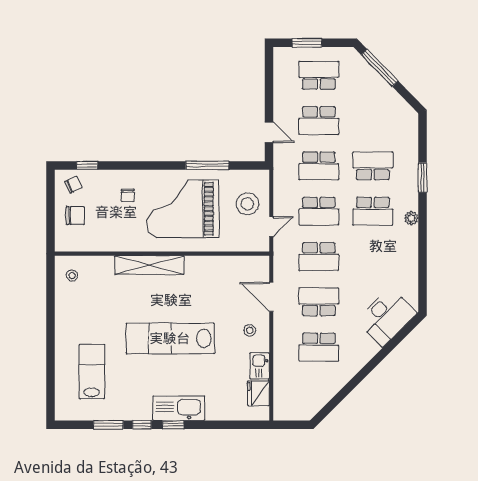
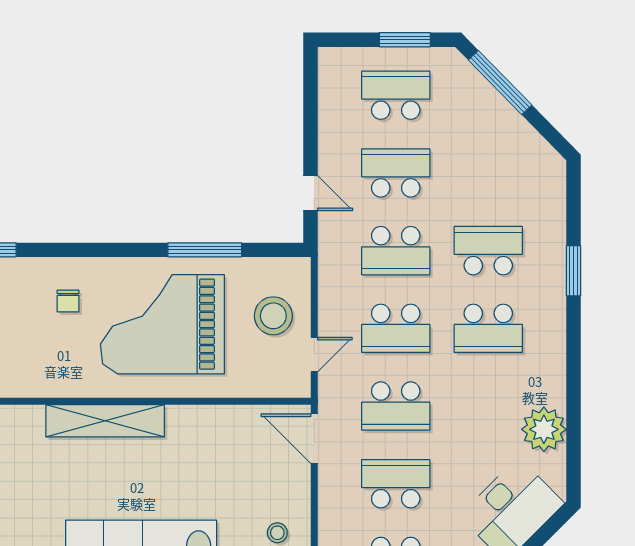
window: (307, 43) -> (405, 40), moved
school desk: (319, 121) -> (396, 173), turned 180
plant: (411, 218) -> (544, 429), moved, width x1.88, depth x1.88
door: (271, 297) -> (314, 439), moved

